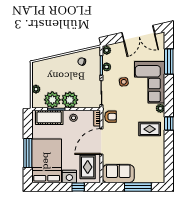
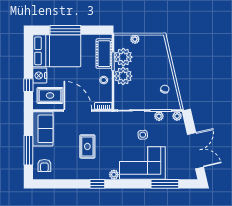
double door: (138, 33) -> (196, 151), swing flipped
armchair: (111, 117) -> (44, 166), moved
rug: (150, 129) -> (87, 146), moved

